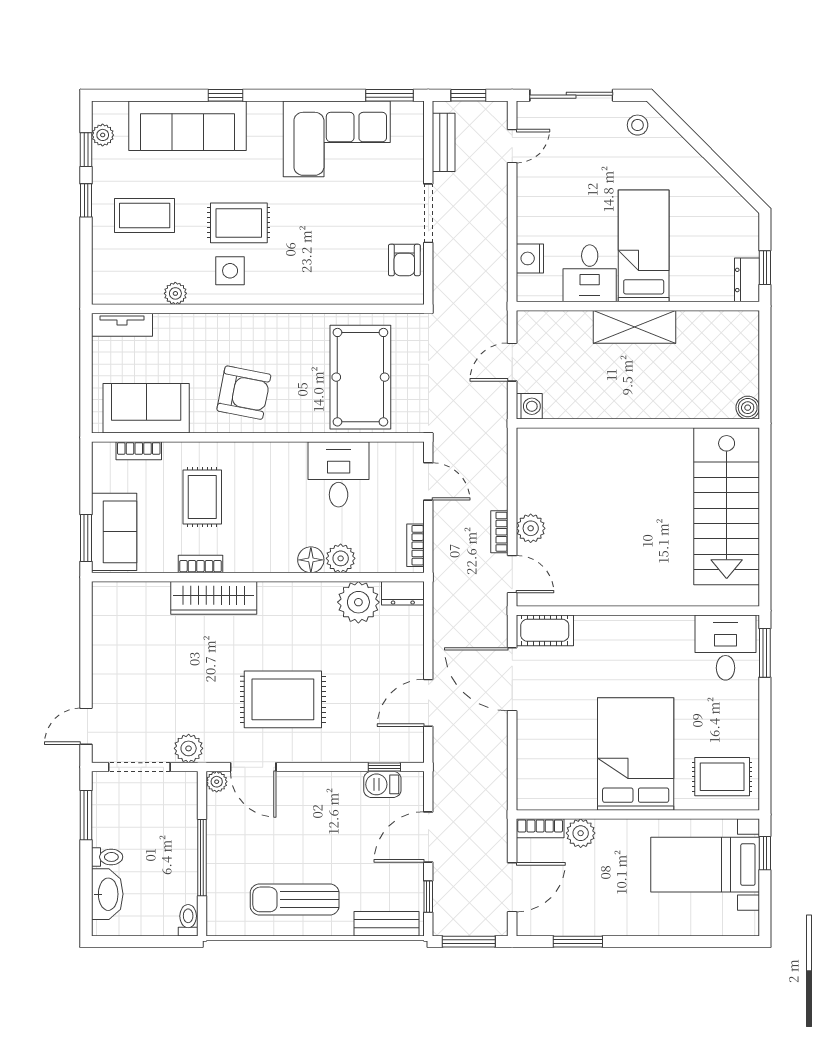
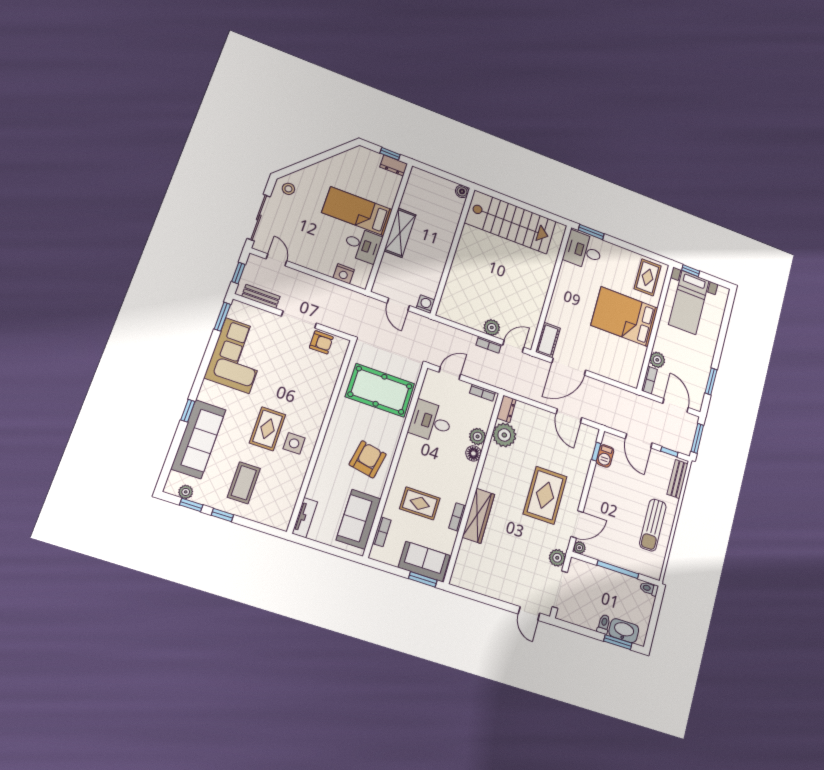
plant: (175, 293) -> (297, 480), removed
window: (86, 815) -> (618, 642), moved

